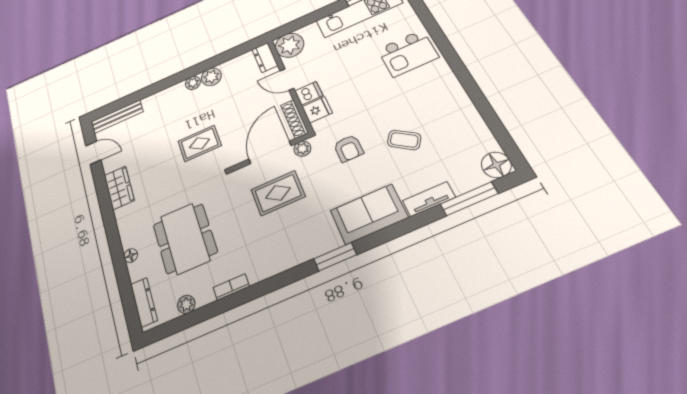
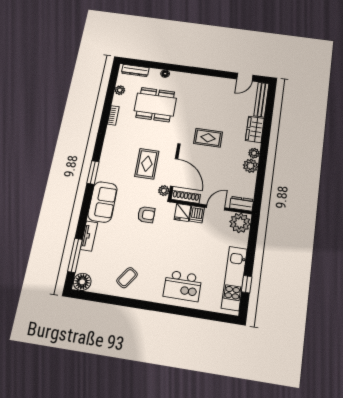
kitchen island: (408, 53) -> (183, 286), turned -90
coffee table: (404, 140) -> (127, 278), moved
rug: (200, 143) -> (208, 138), turned 90
armchair: (348, 148) -> (146, 215), turned 180
wardrobe: (119, 188) -> (255, 129), moved, turned 90

